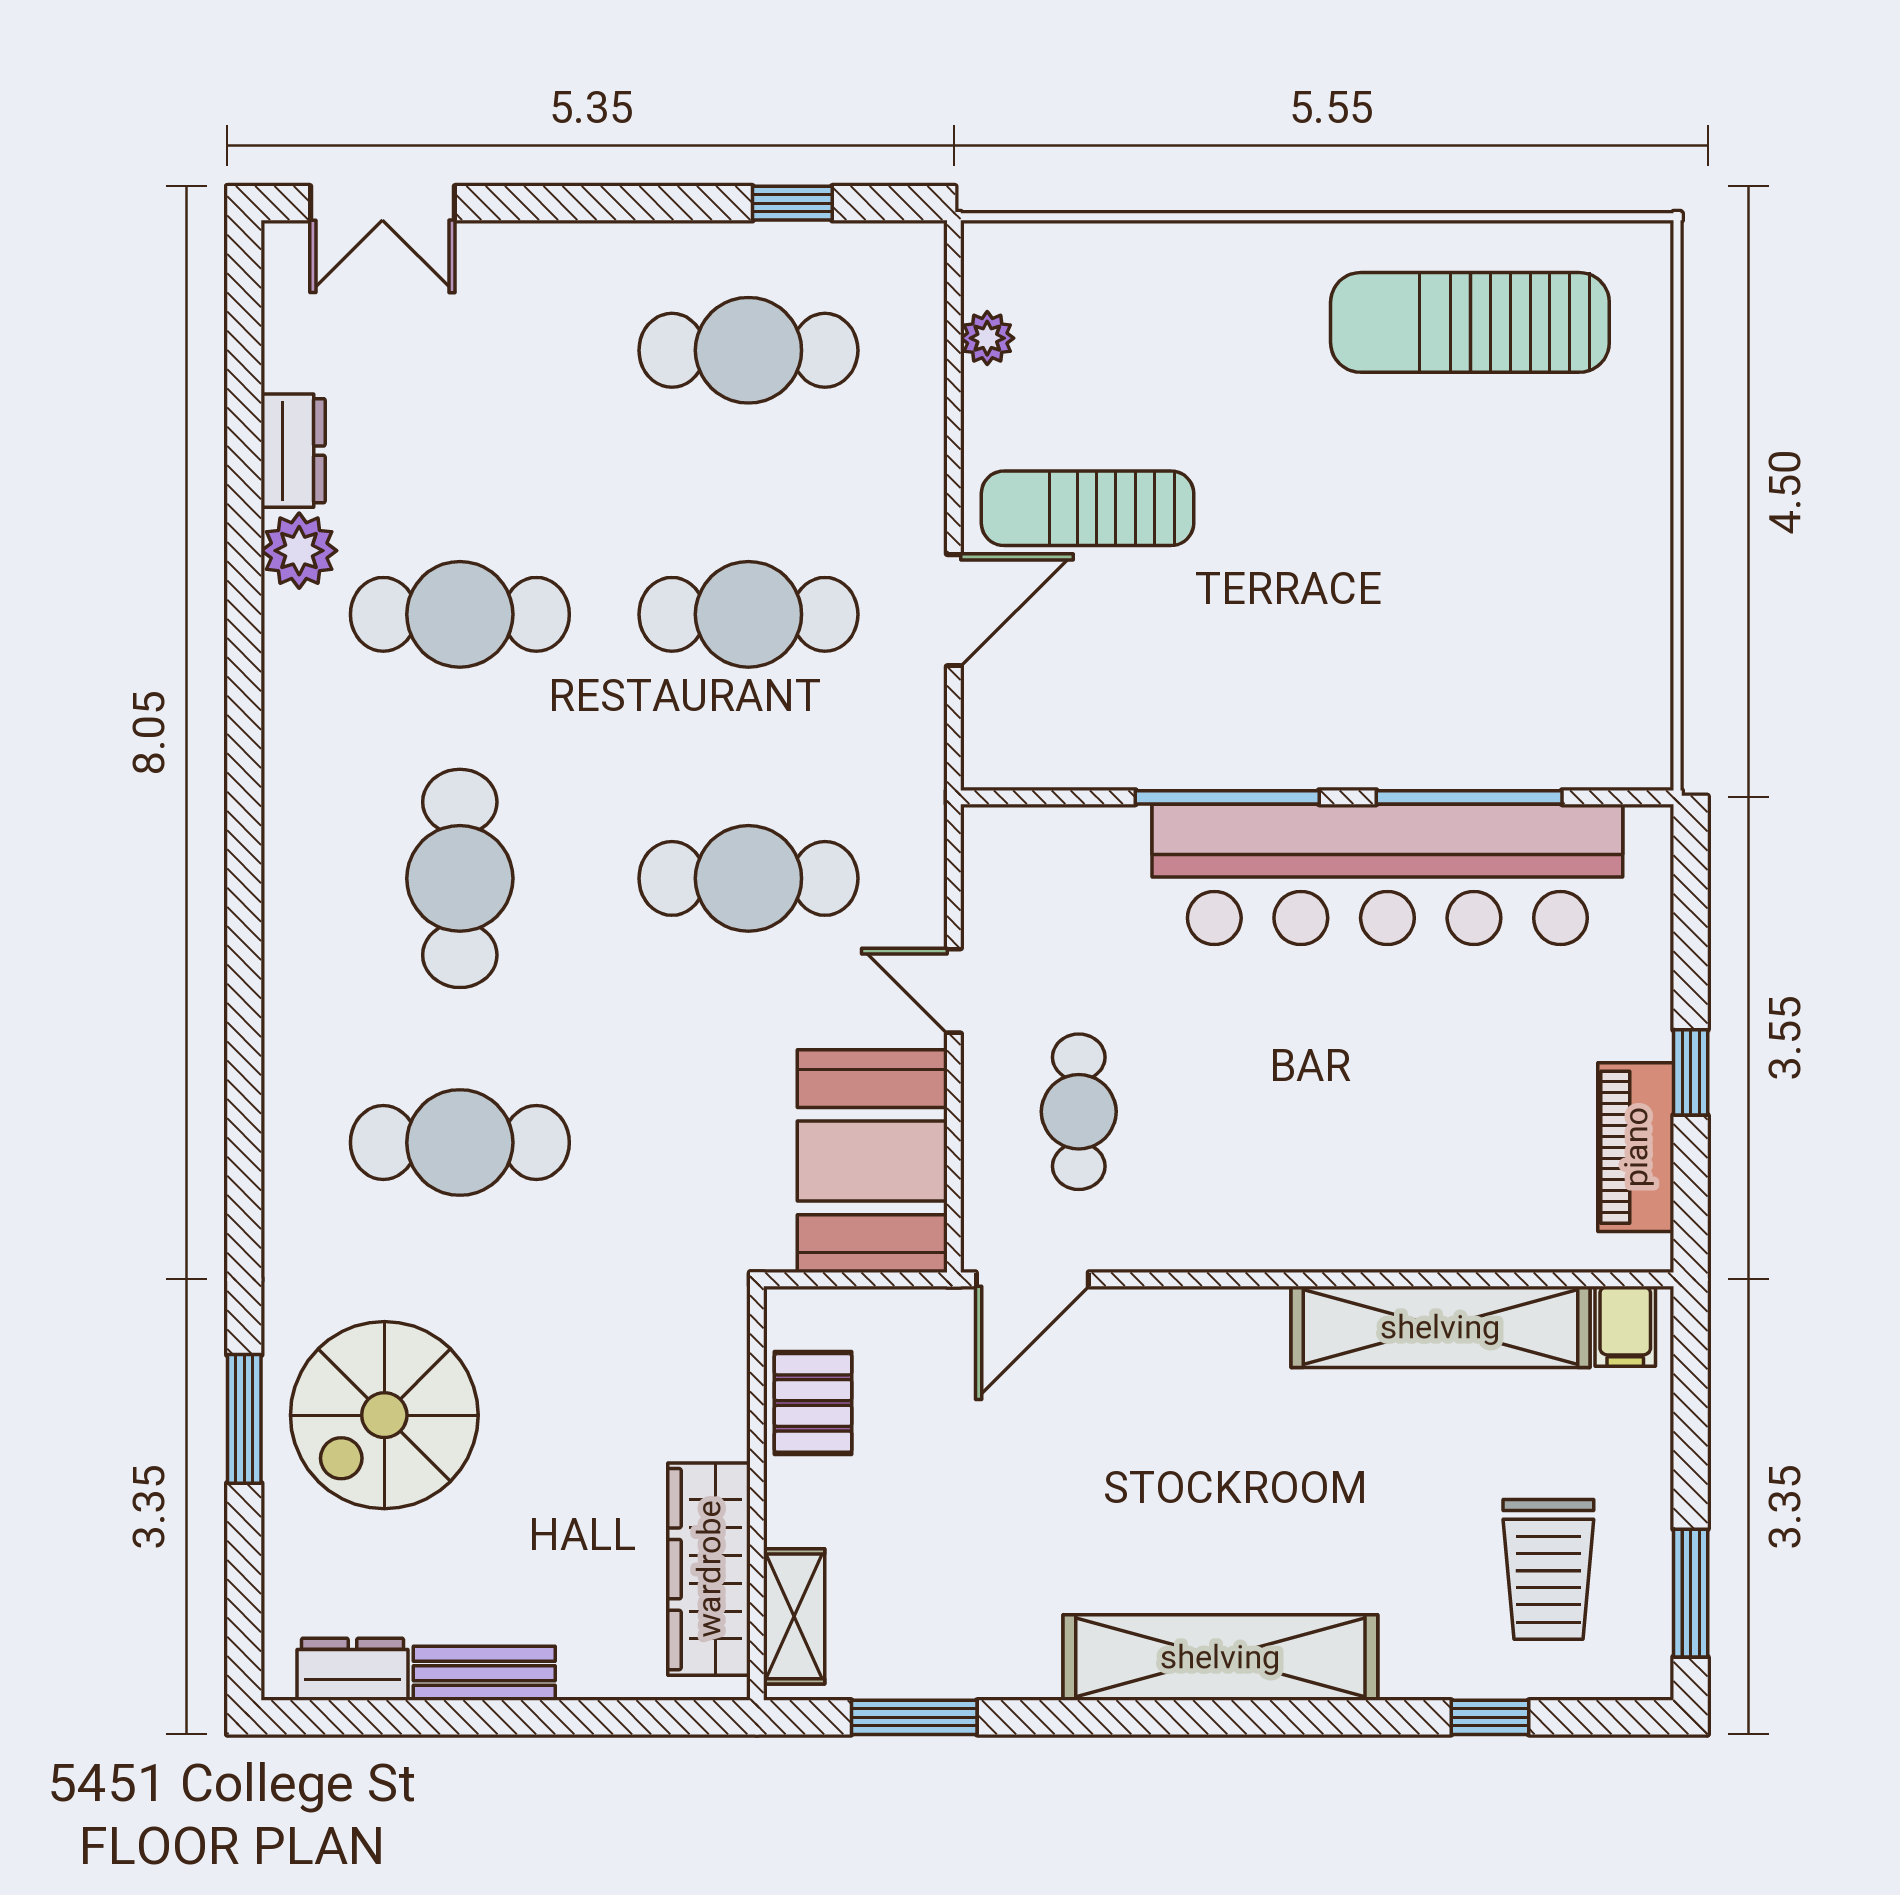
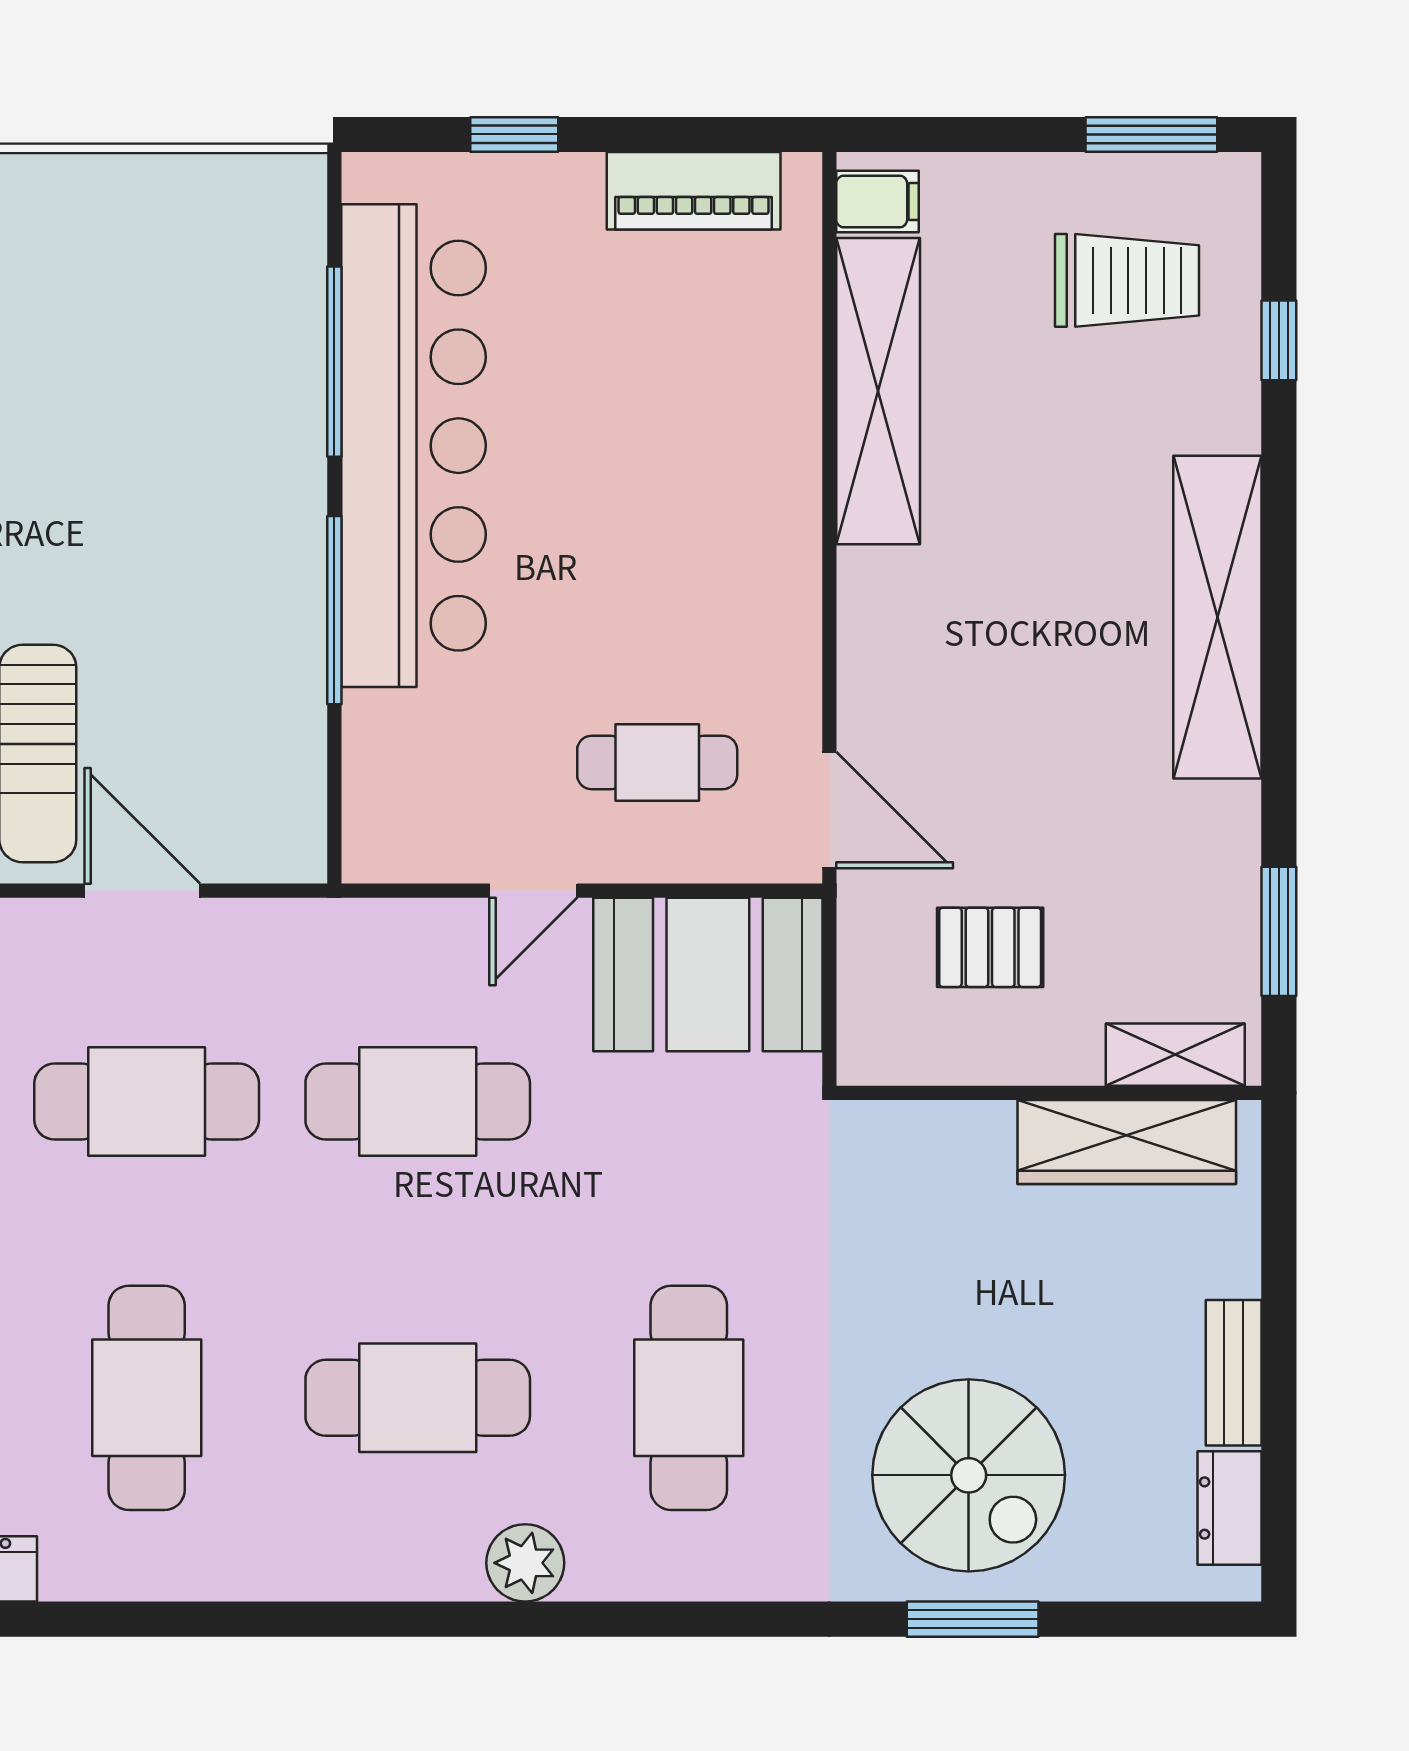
plant: (299, 551) -> (525, 1563), moved
cafe table: (748, 614) -> (147, 1102), turned 90
cafe table: (748, 878) -> (418, 1102), turned 90
window: (1691, 1072) -> (514, 134), moved
pallet: (813, 1403) -> (990, 947), moved

